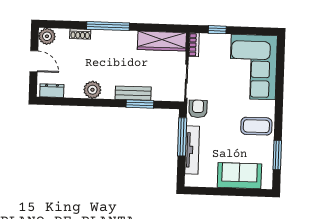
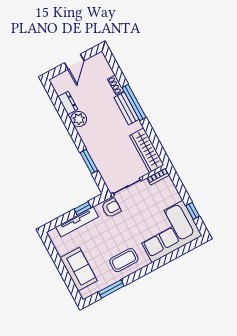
window: (217, 30) -> (193, 211), moved
plant: (47, 36) -> (99, 61), removed
dresser: (52, 91) -> (68, 103), moved
bench: (133, 93) -> (127, 108), moved
coffee table: (256, 126) -> (124, 260), turned 90
window: (182, 137) -> (83, 208), width x0.46

